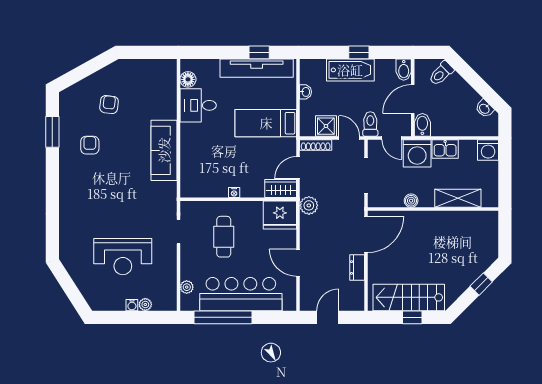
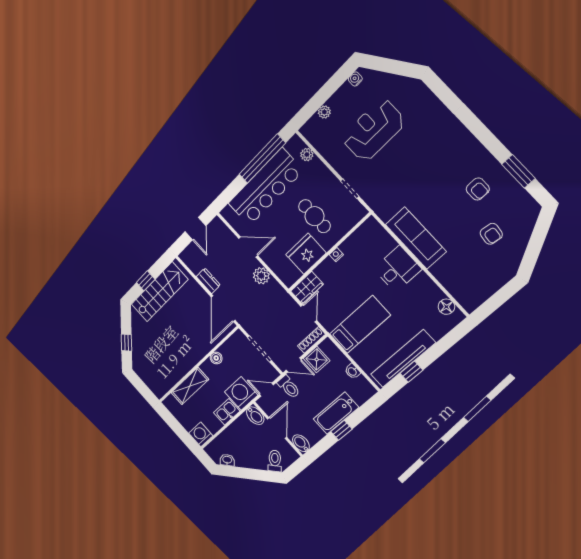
desk: (198, 105) -> (398, 269), moved
plant: (309, 205) -> (261, 276), moved
fridge: (280, 215) -> (306, 254), moved
water cooler: (132, 305) -> (355, 79), moved

